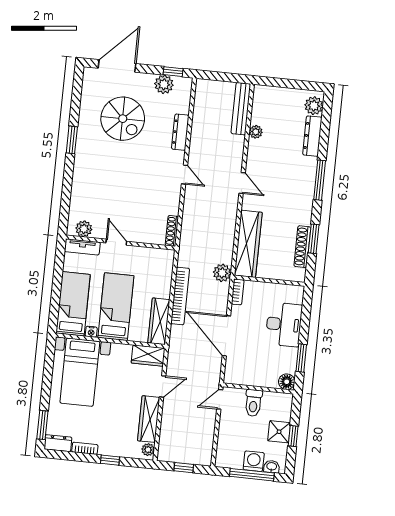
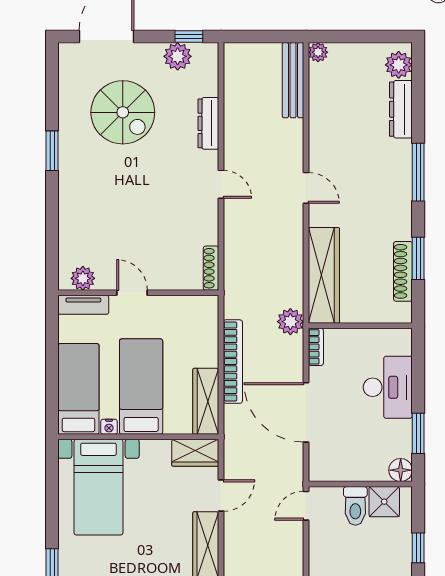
plant: (256, 132) -> (318, 52), moved
shower: (279, 432) -> (384, 502), moved

